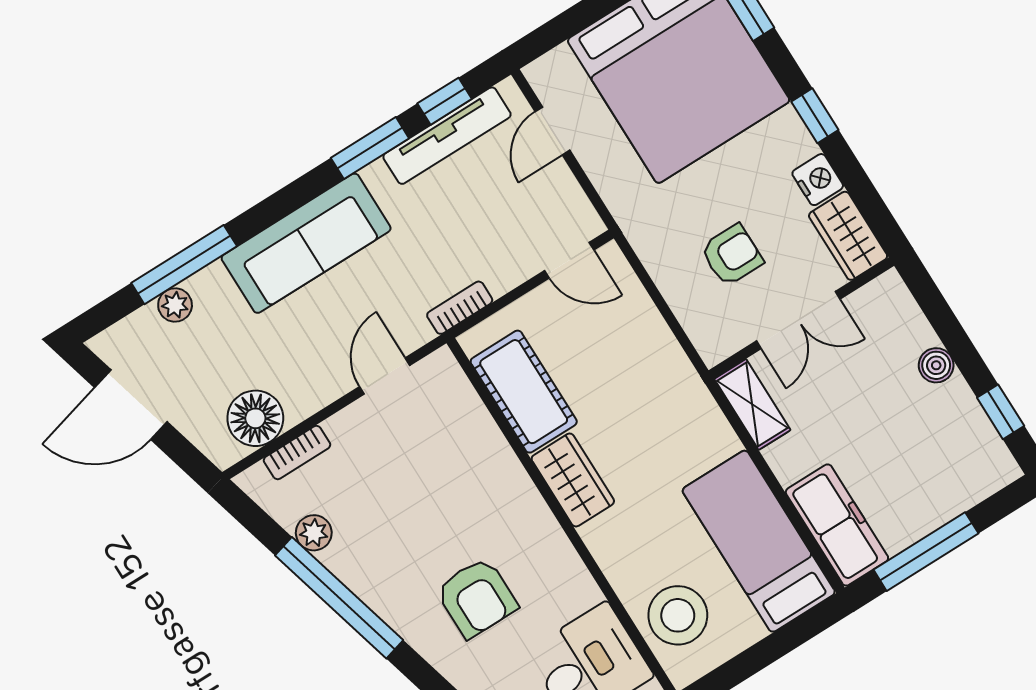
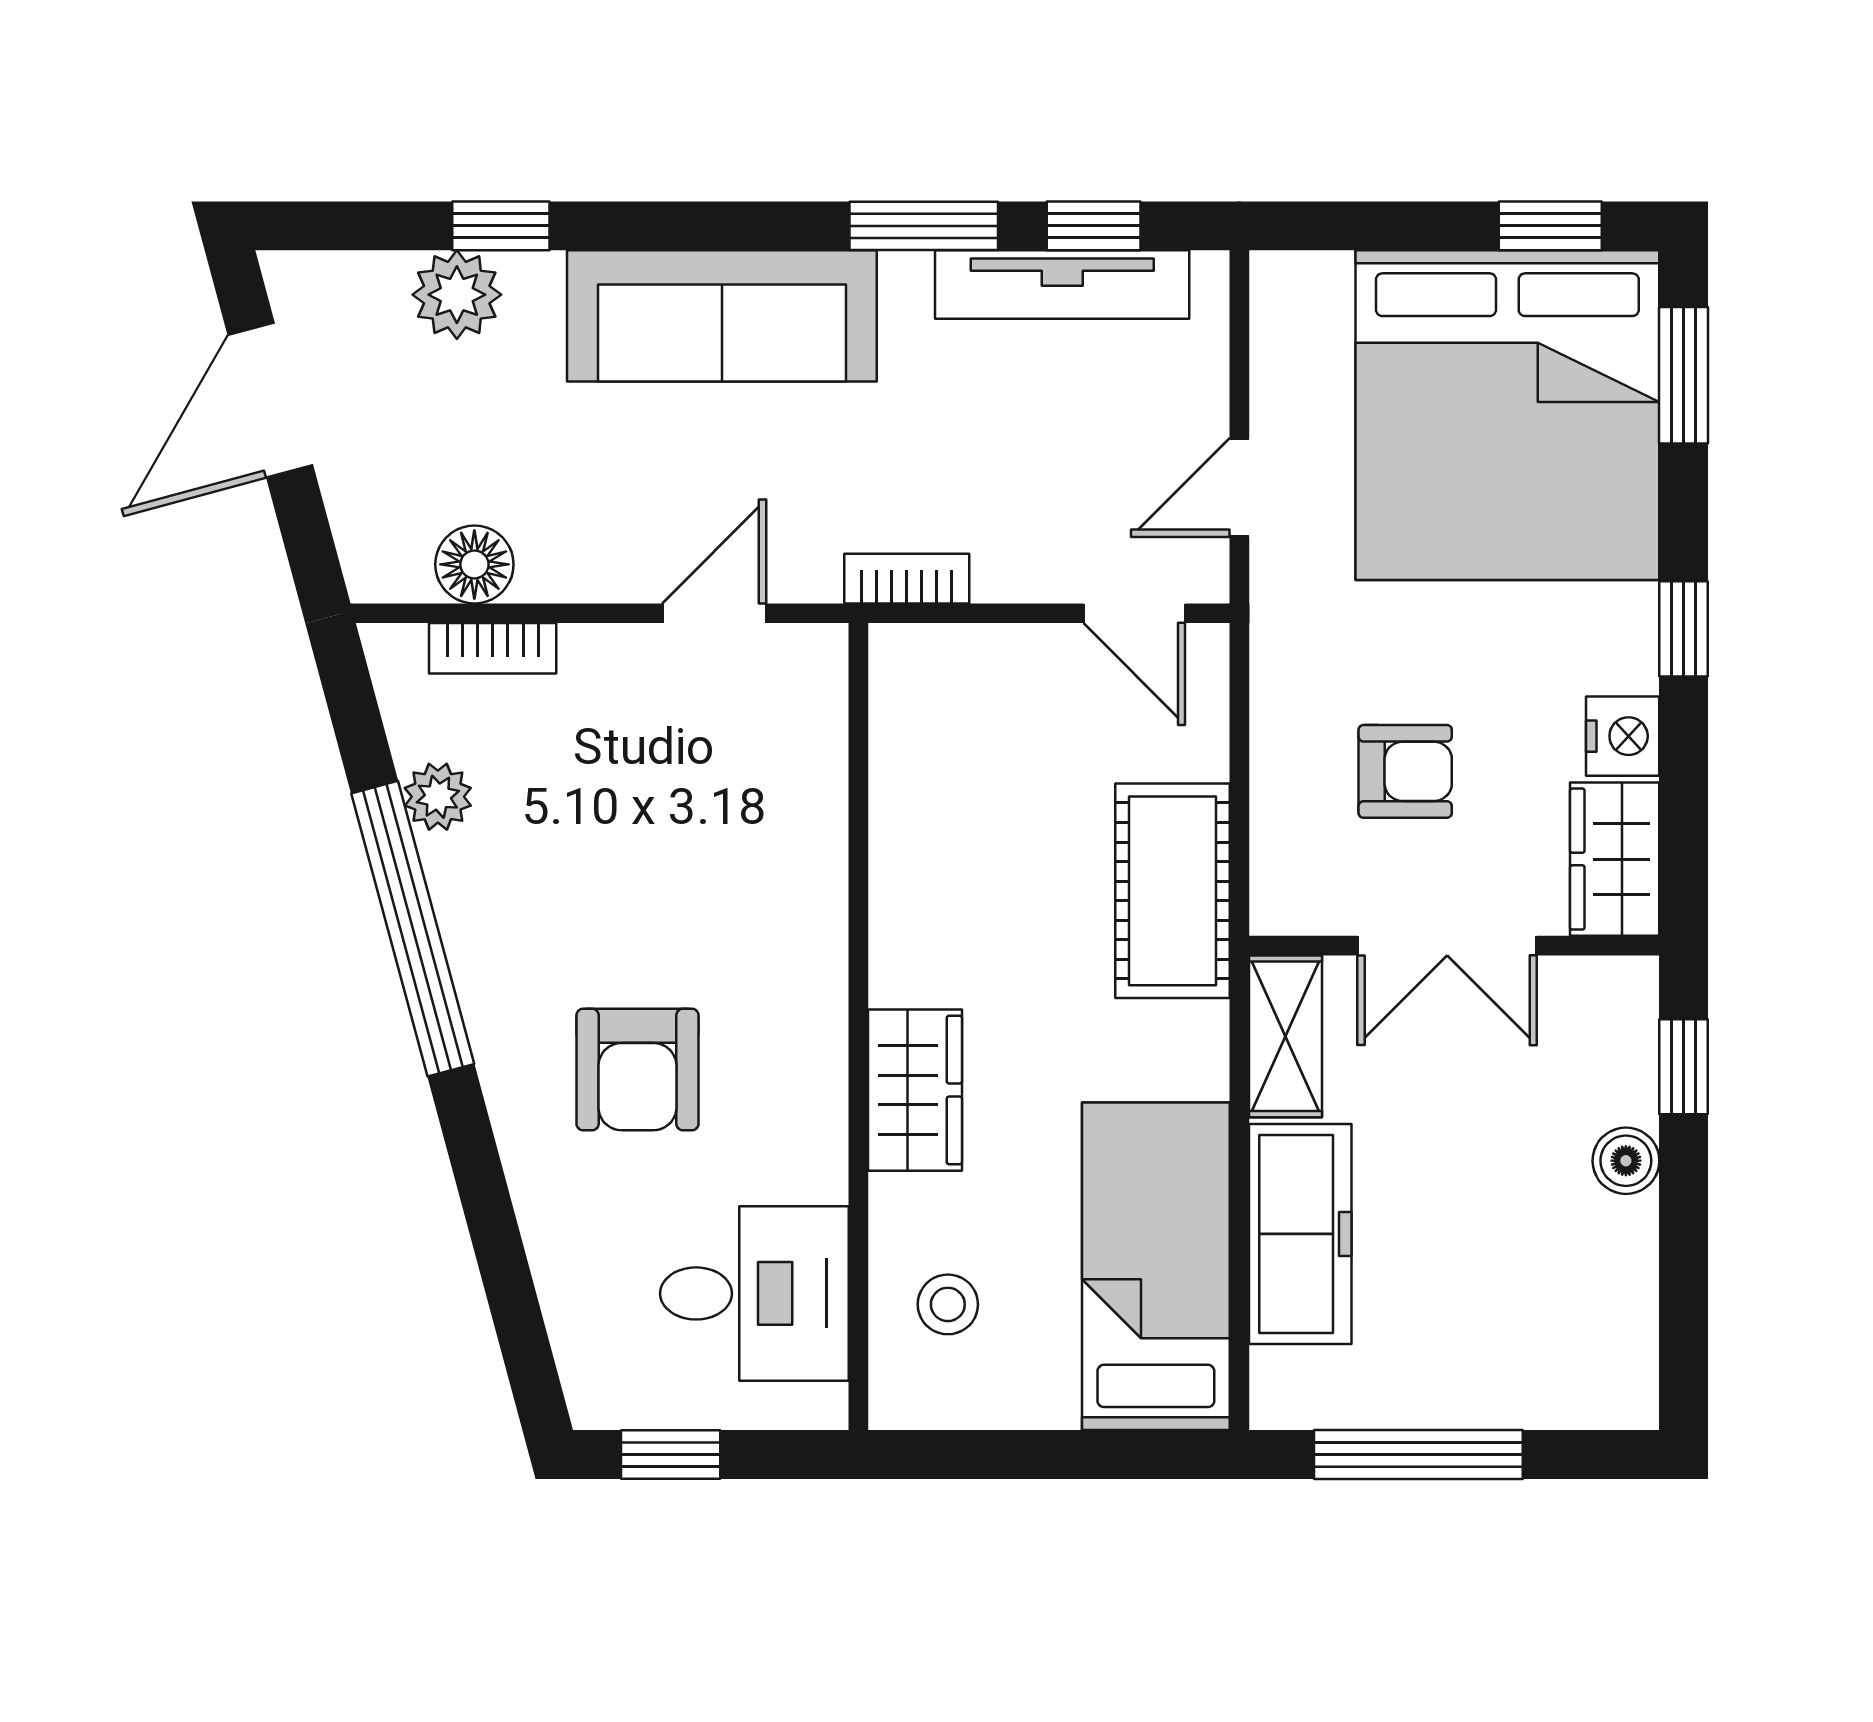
door: (552, 131) -> (1239, 487), moved
window: (184, 265) -> (501, 226), width x0.46
plant: (175, 305) -> (457, 295), width x1.38, depth x1.38
cot: (524, 392) -> (1172, 891), moved
door: (131, 405) -> (270, 400), hinge flipped
window: (1001, 412) -> (1683, 1067), moved
floor lamp: (255, 418) -> (474, 564), width x0.73, depth x0.73
wardrobe: (573, 480) -> (915, 1090), moved
freezer: (837, 525) -> (1300, 1234), moved
stool: (678, 615) -> (948, 1304), width x0.53, depth x0.53

